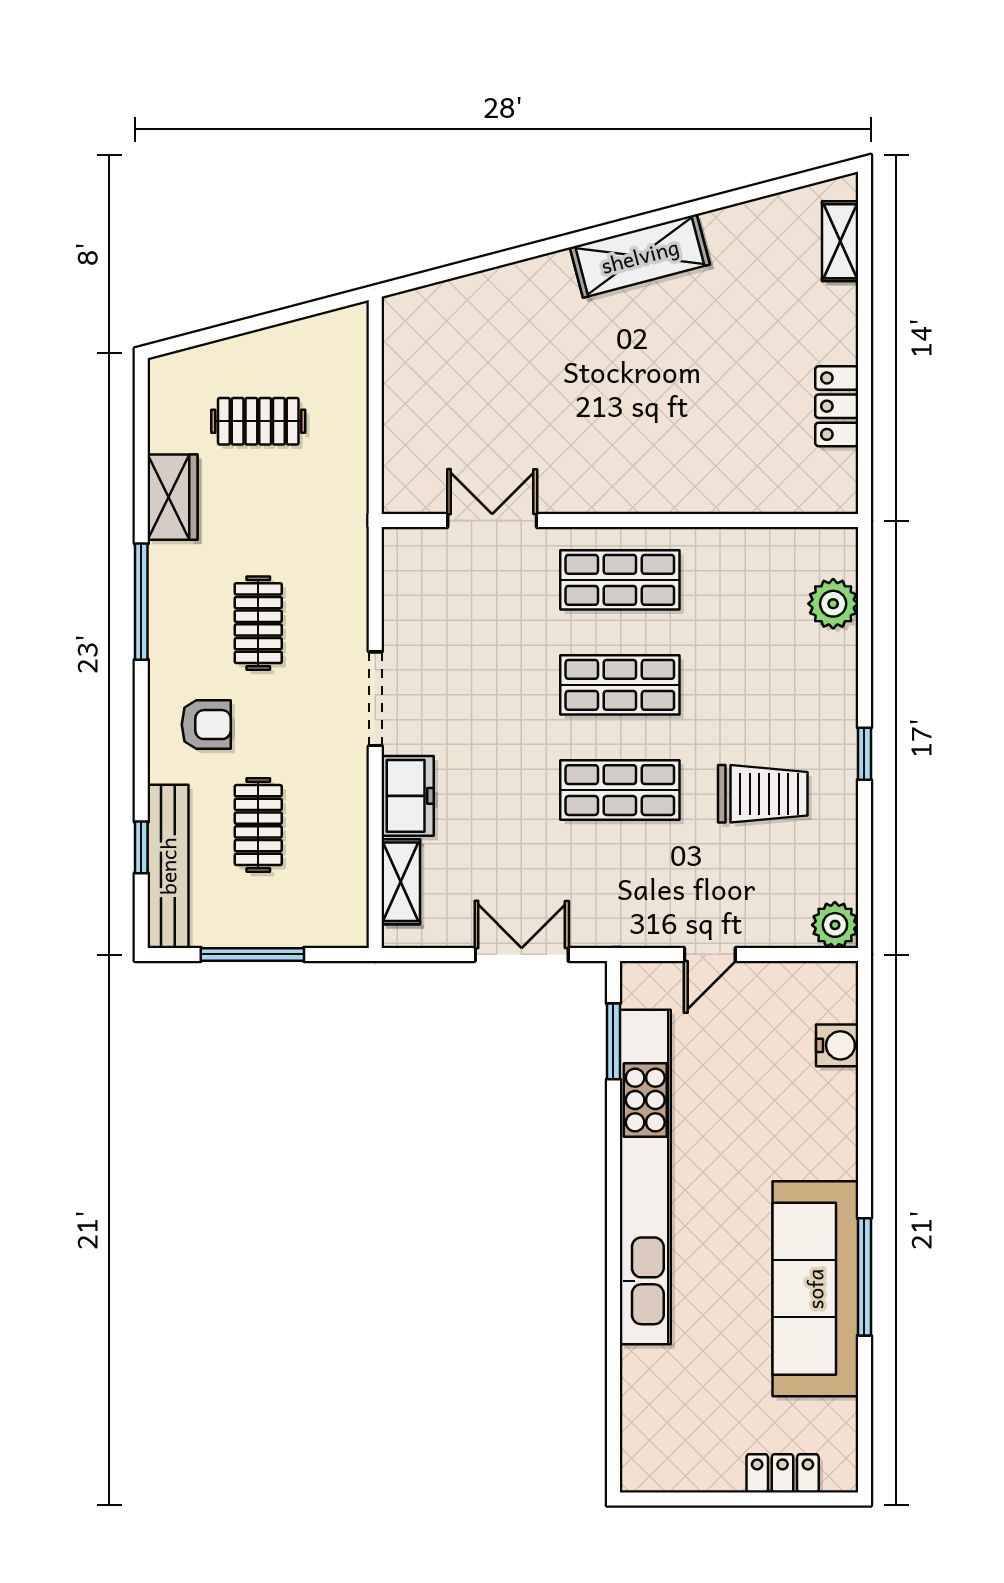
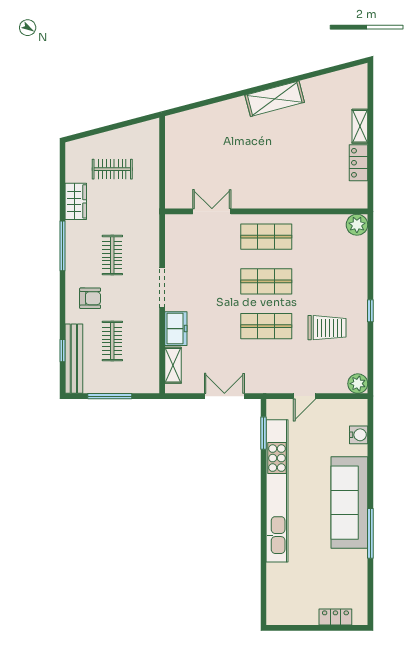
shelving: (840, 241) -> (360, 126), moved
plant: (833, 604) -> (357, 225), moved
sofa: (815, 1289) -> (349, 503), moved

